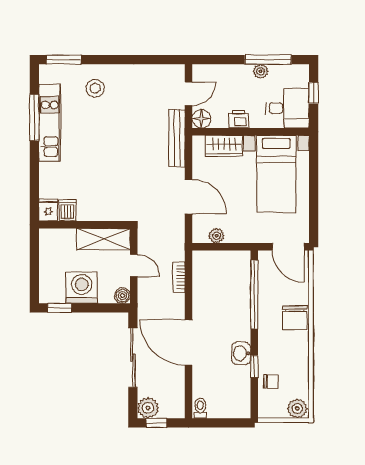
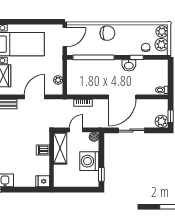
dishwasher: (68, 210) -> (43, 150), moved
sliding door: (133, 358) -> (131, 130), width x0.73
plant: (276, 408) -> (161, 45), added

